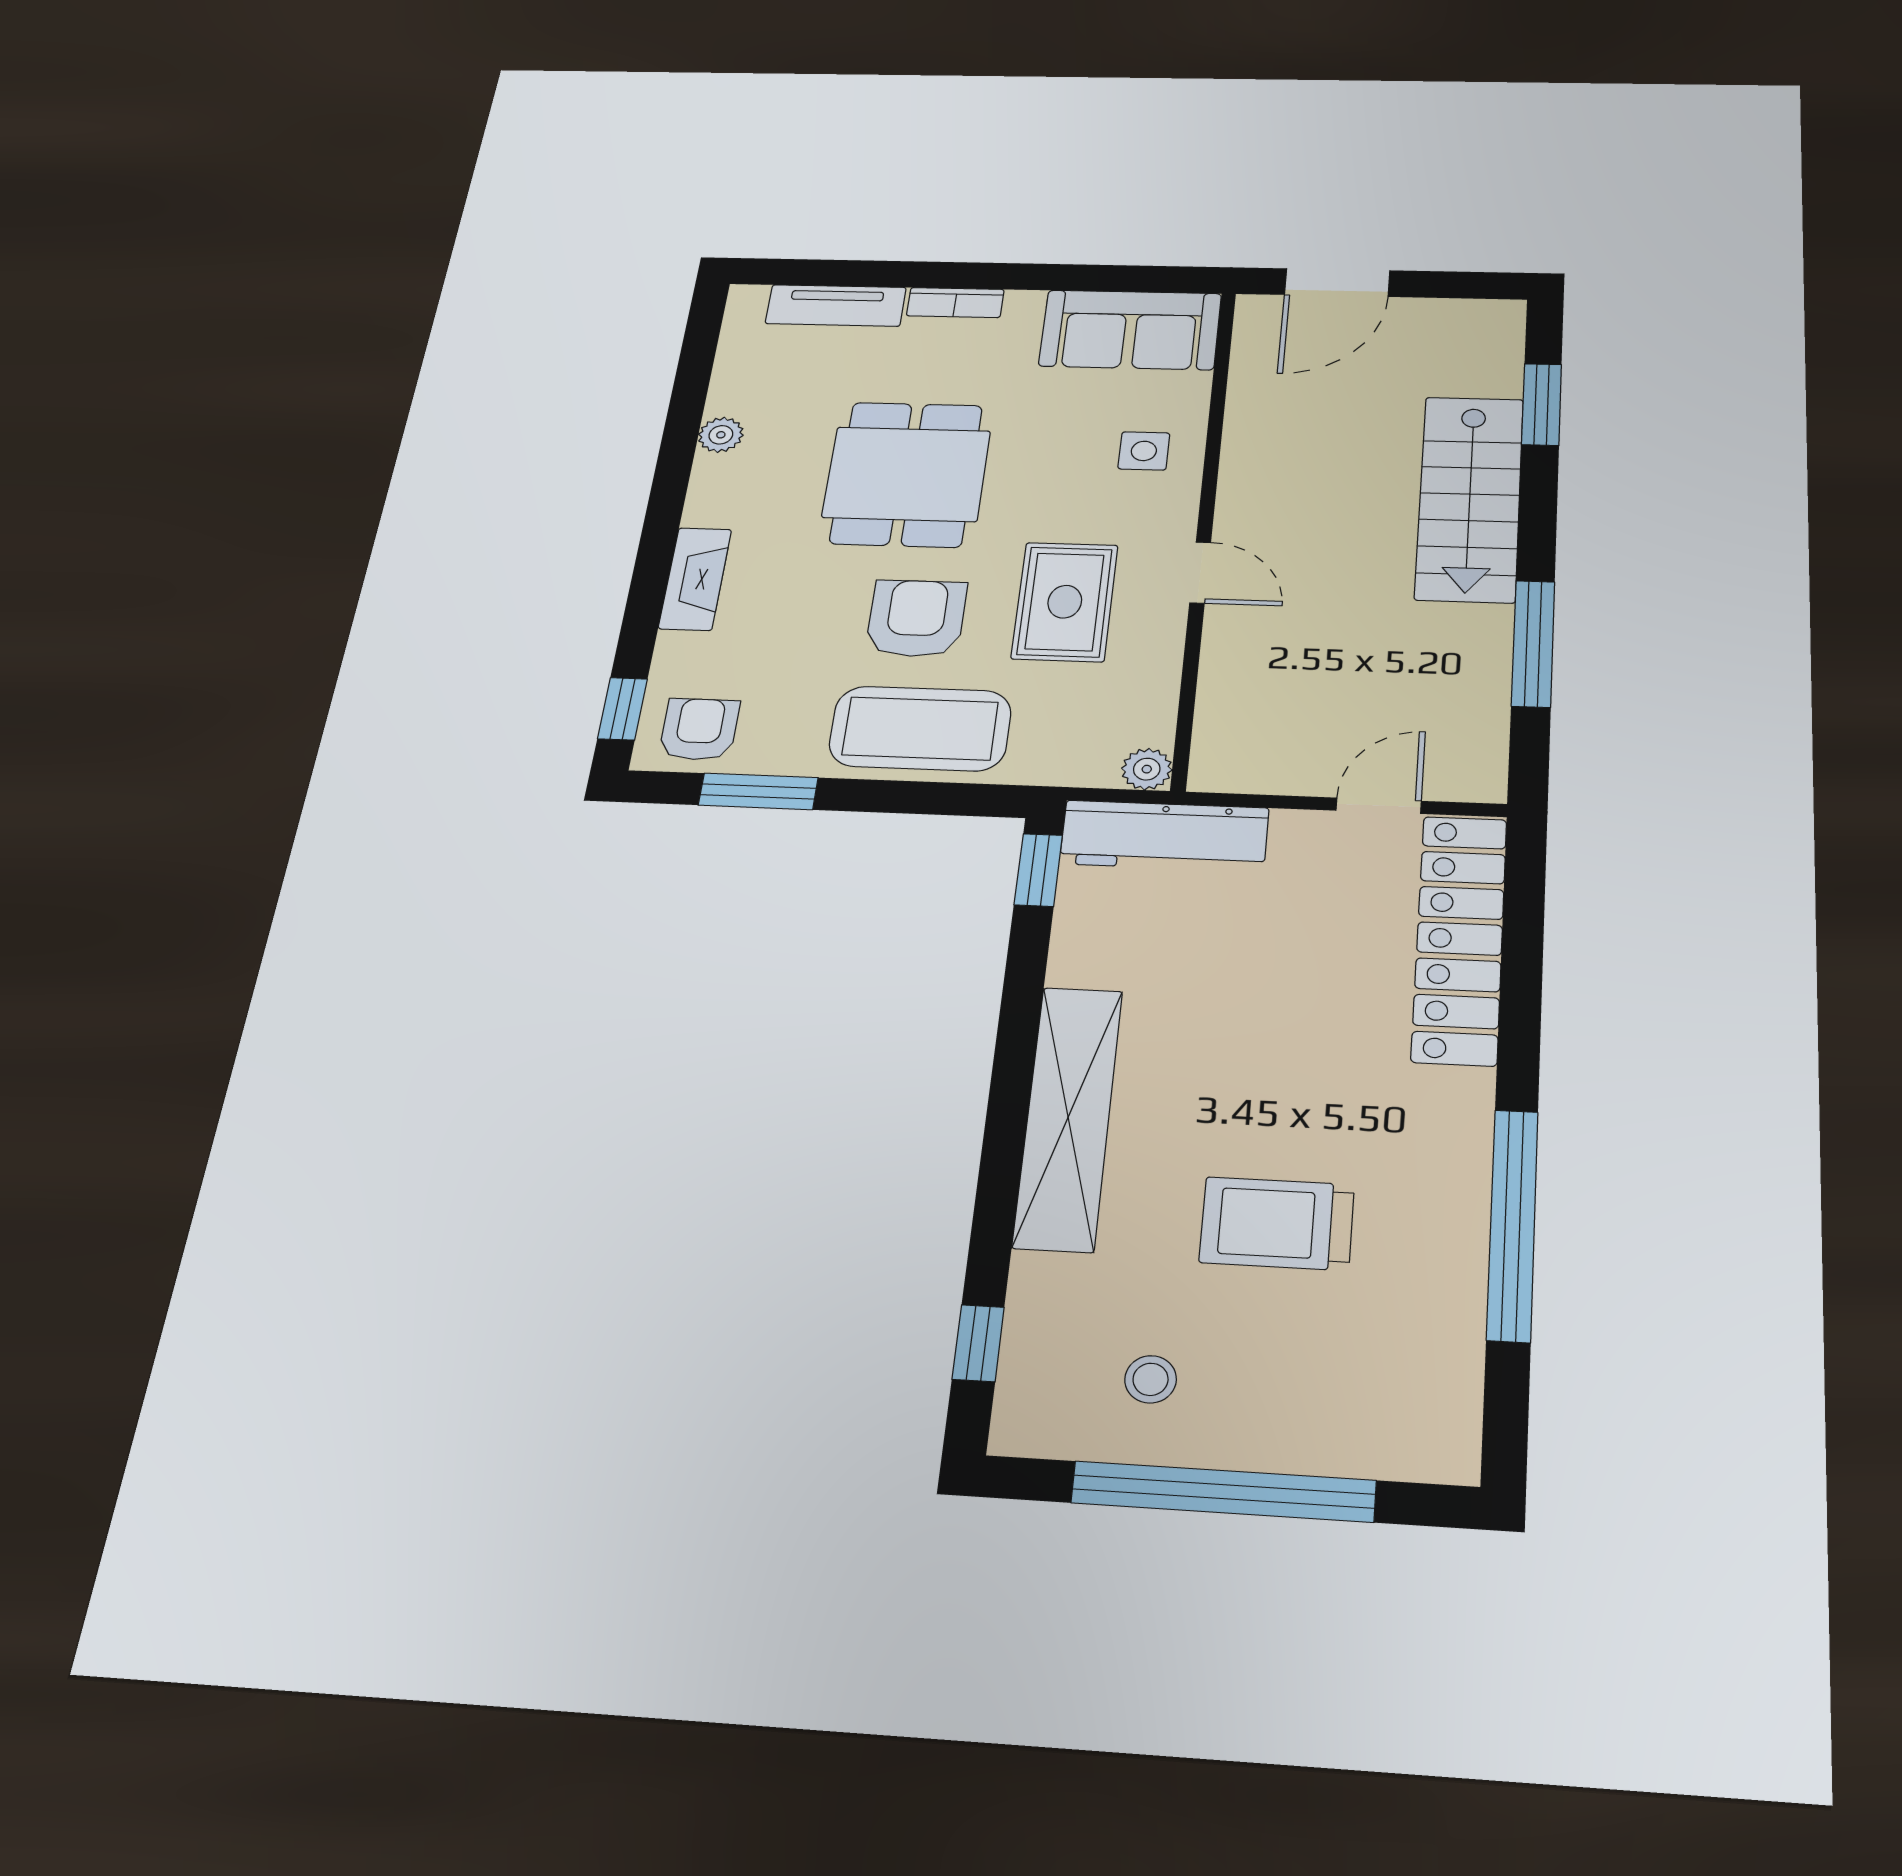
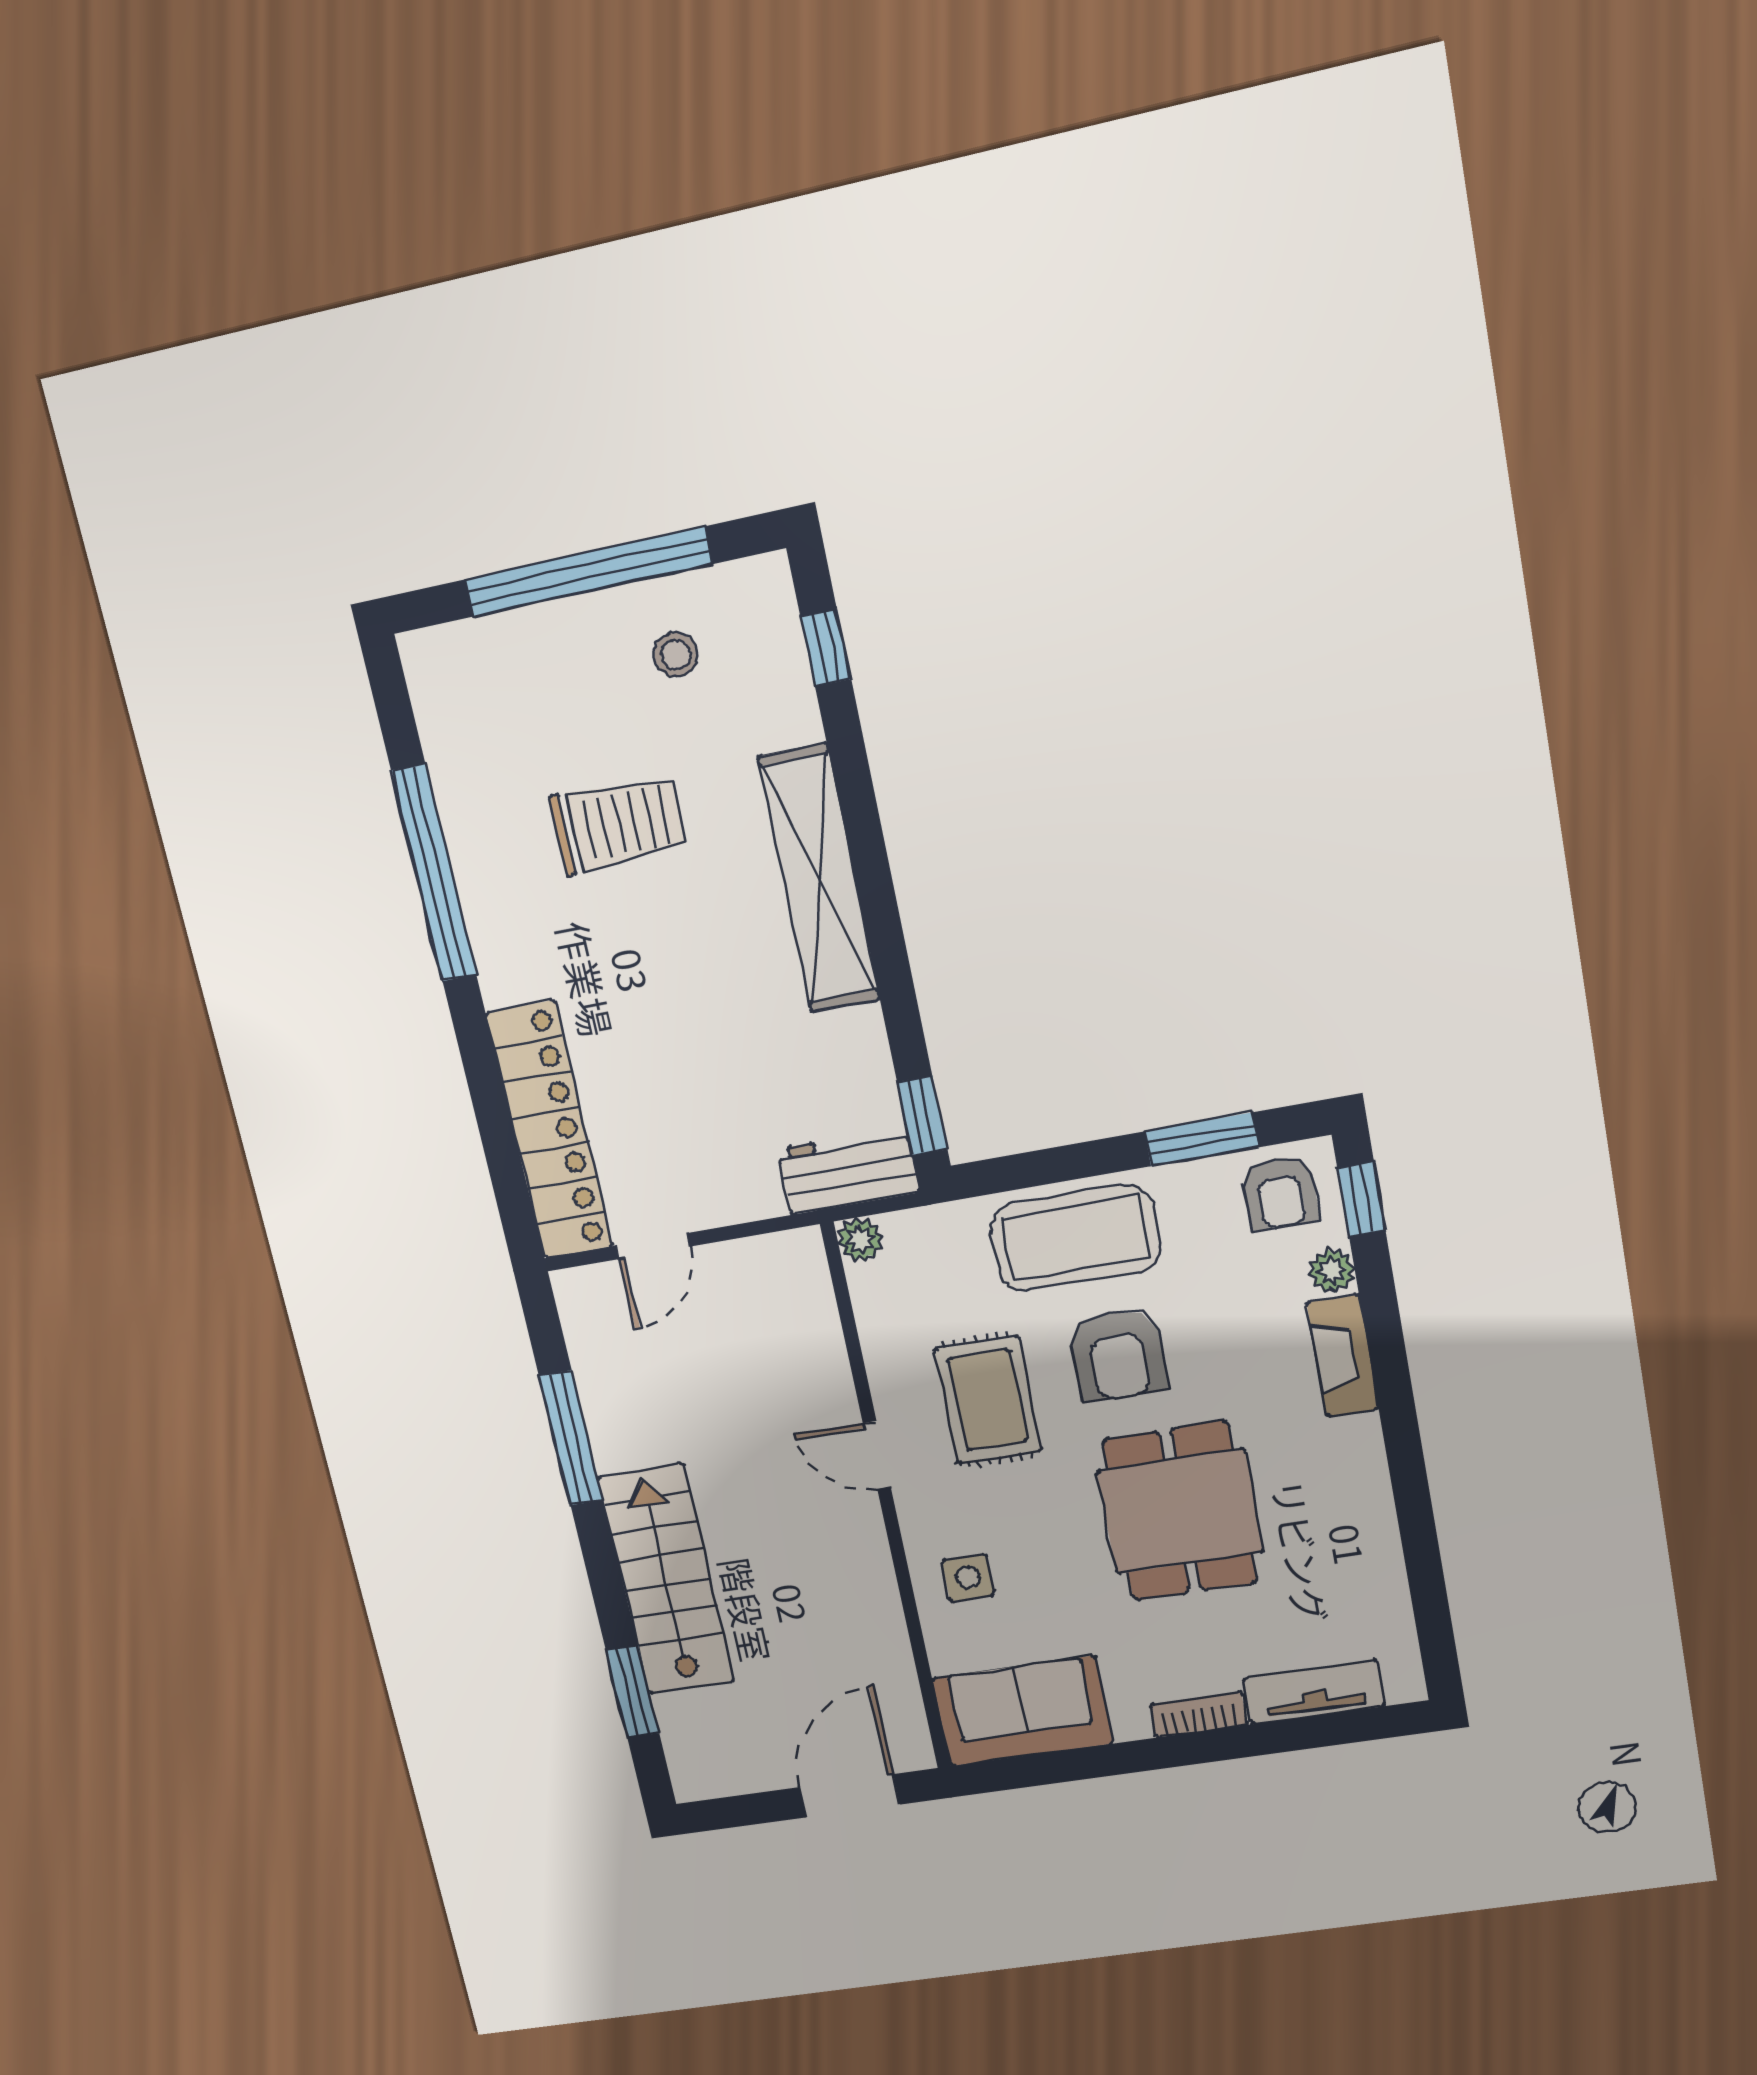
plant: (721, 435) -> (1331, 1271), moved
workbench: (1164, 836) -> (848, 1171), width x0.73

